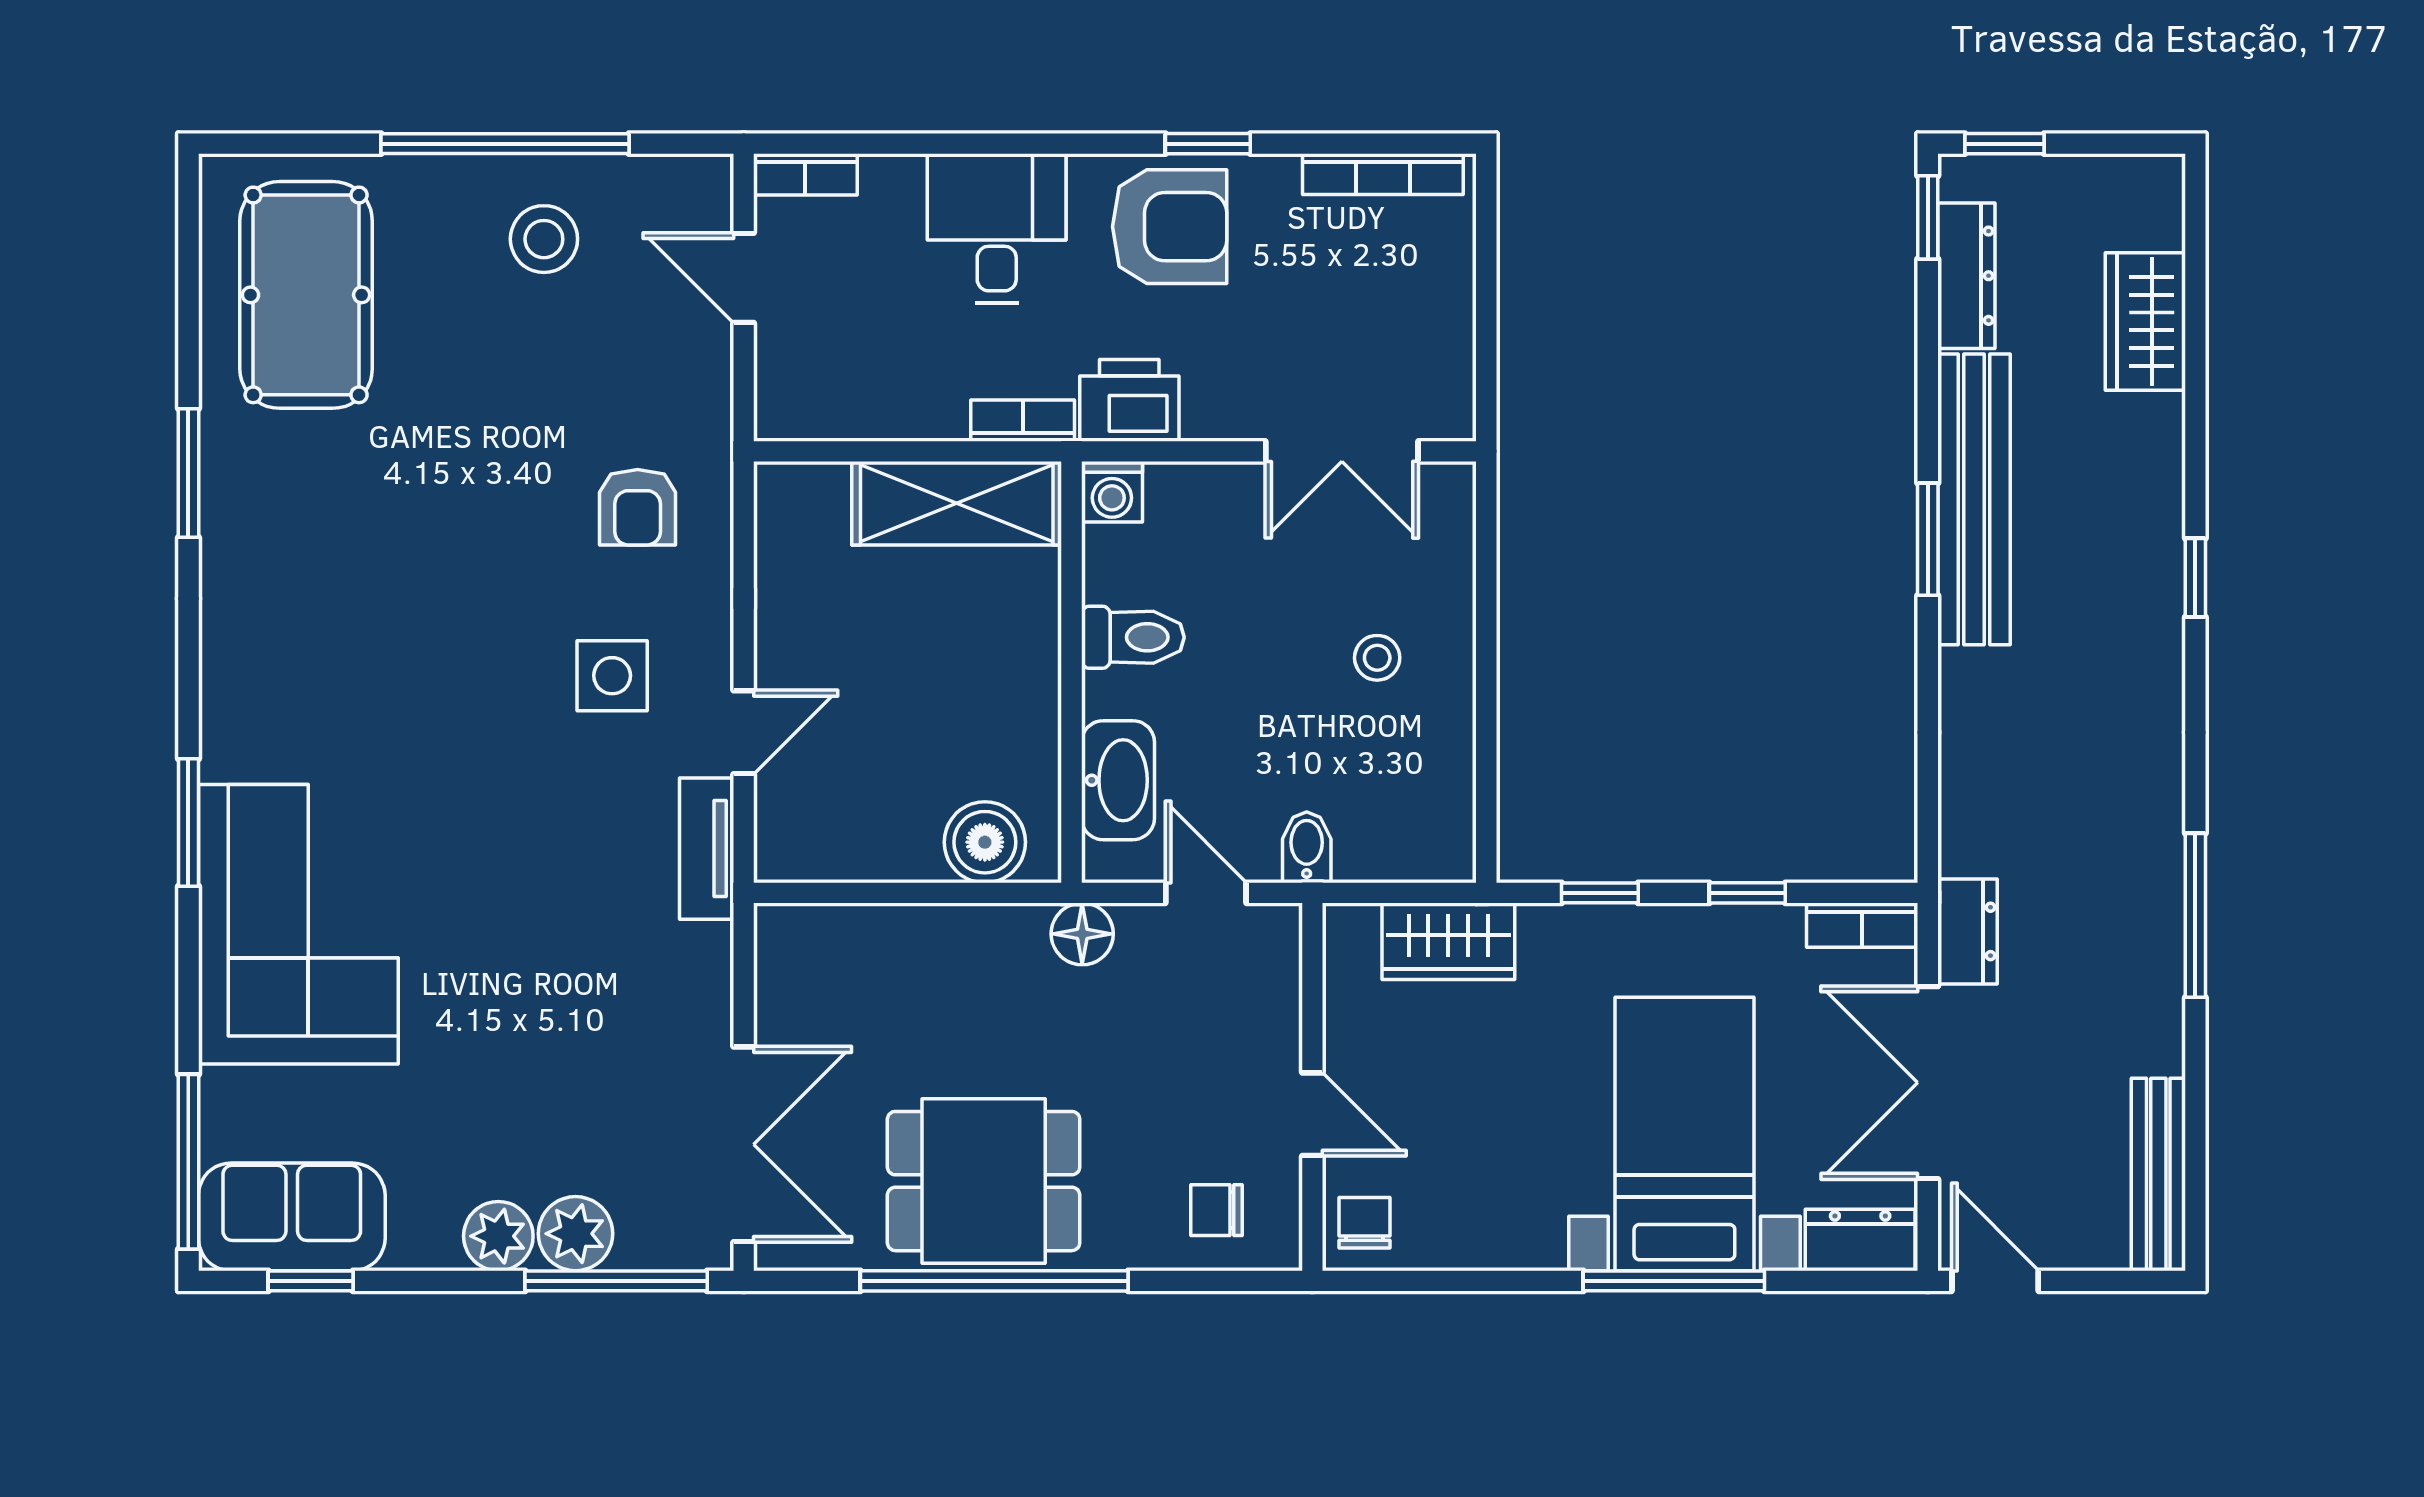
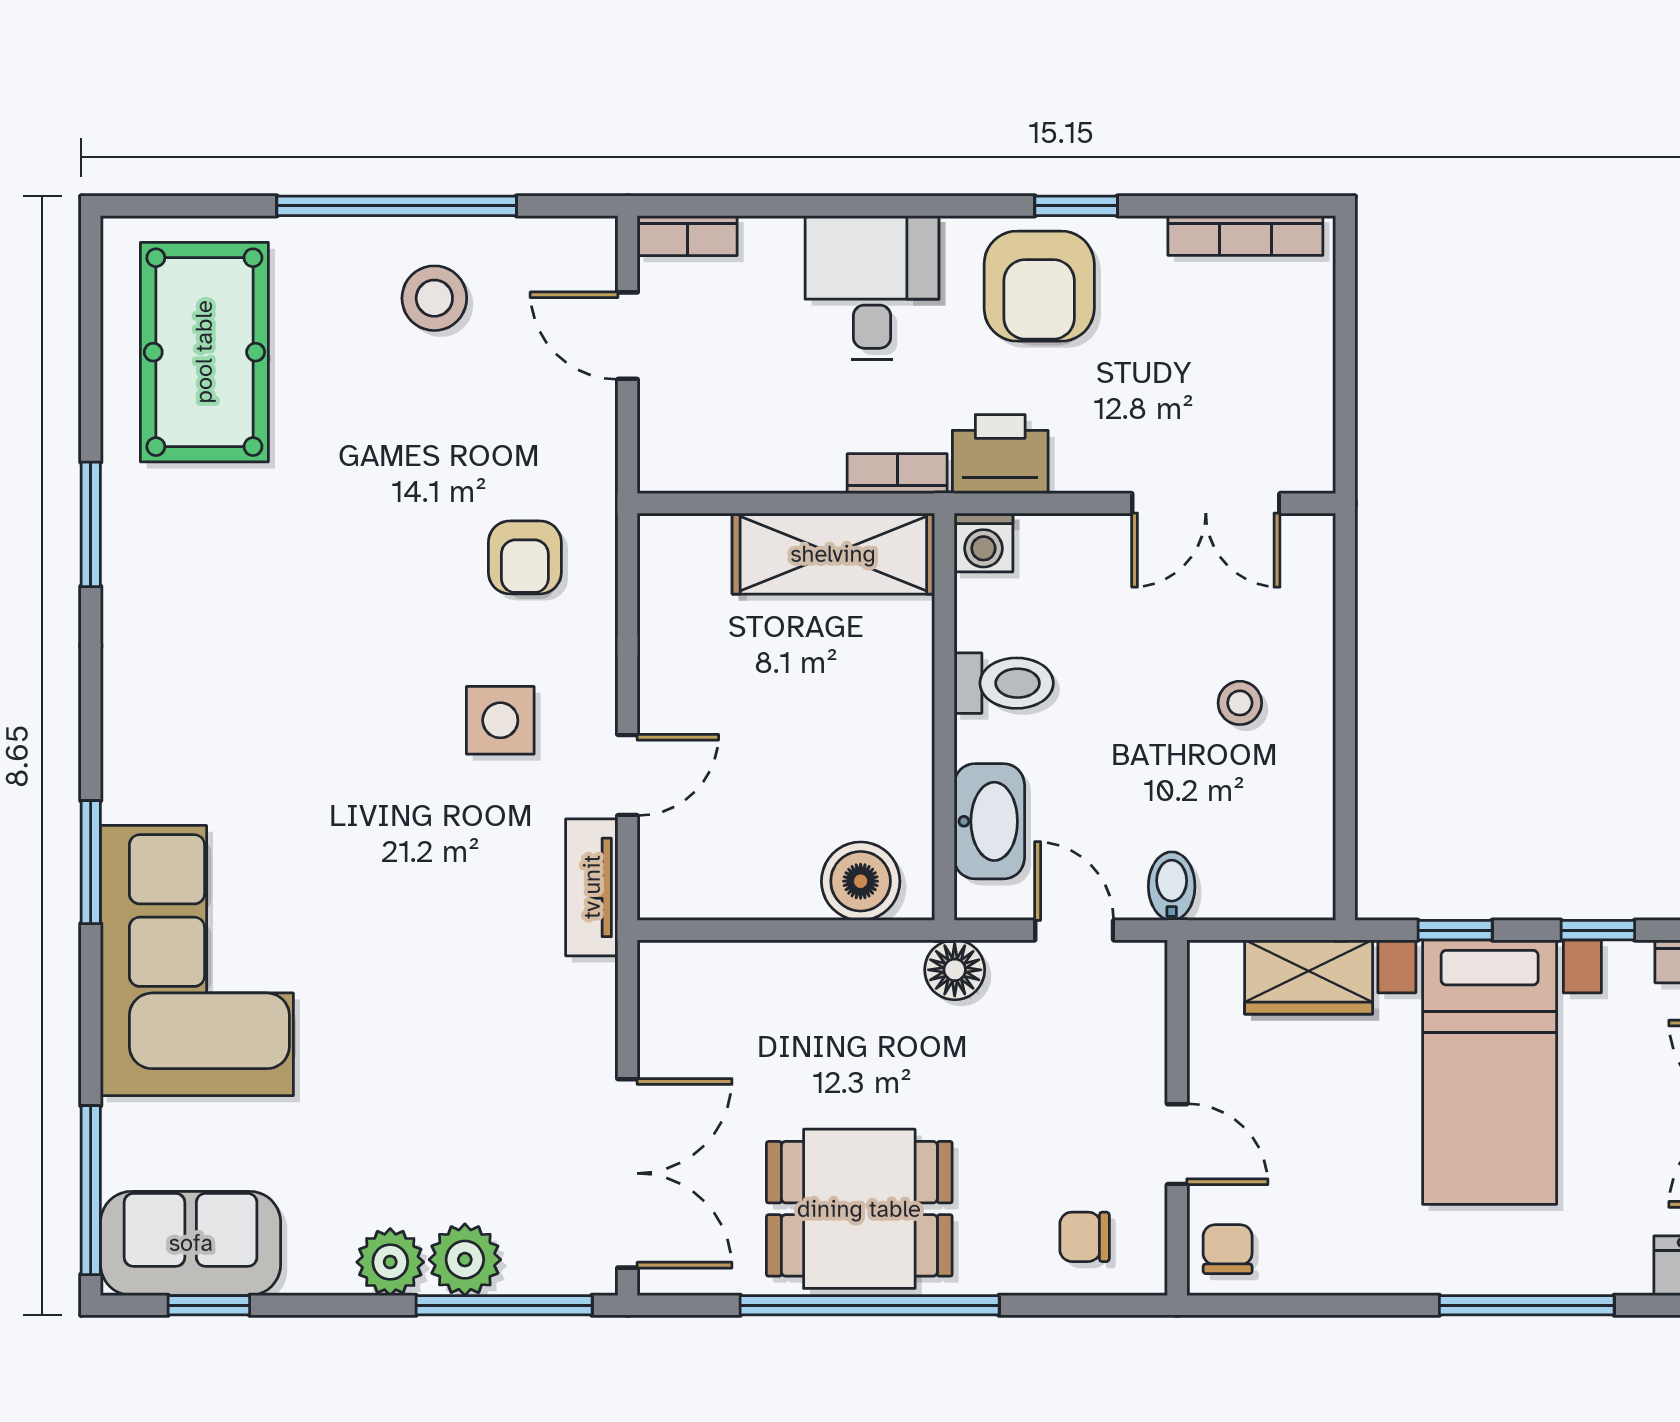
armchair: (1170, 227) -> (1039, 286), turned 90
bed with nightstands: (1684, 1134) -> (1490, 1072), moved, turned 180

